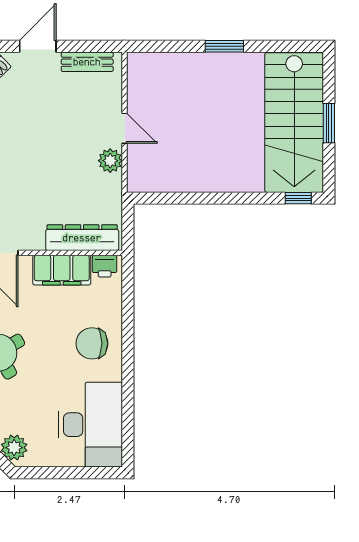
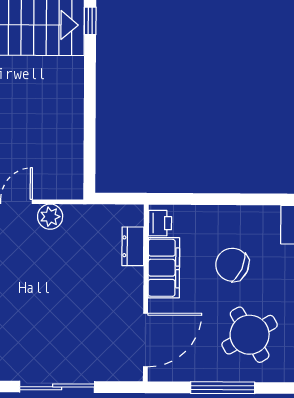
dresser: (82, 238) -> (133, 246), width x0.51, depth x0.80
chair: (92, 343) -> (232, 265), moved, turned 114

